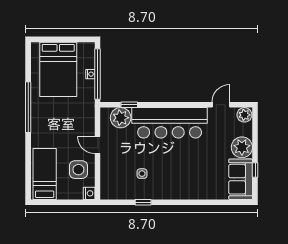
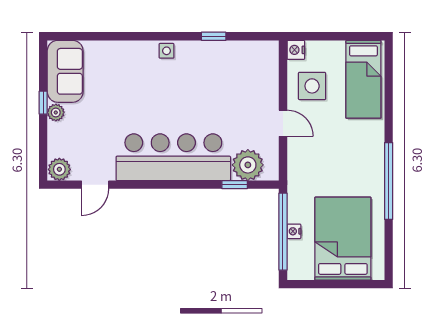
plant: (242, 147) -> (56, 112), width x0.53, depth x0.53
window: (255, 170) -> (43, 103), moved
side table: (142, 174) -> (167, 51), moved

